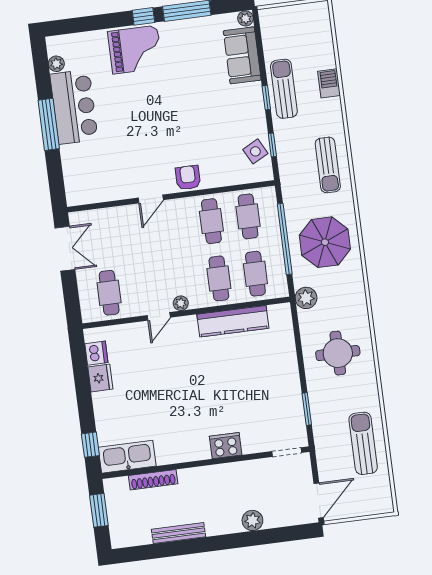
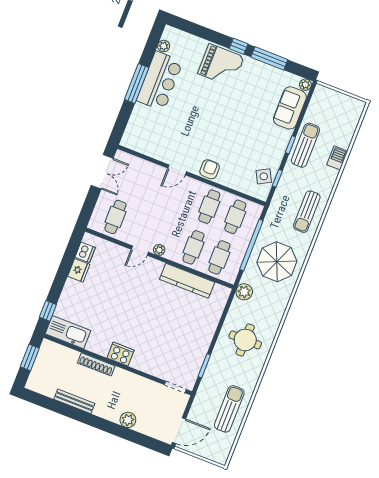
cooker: (226, 446) -> (121, 354), moved
shoe rack: (153, 480) -> (96, 364), moved

